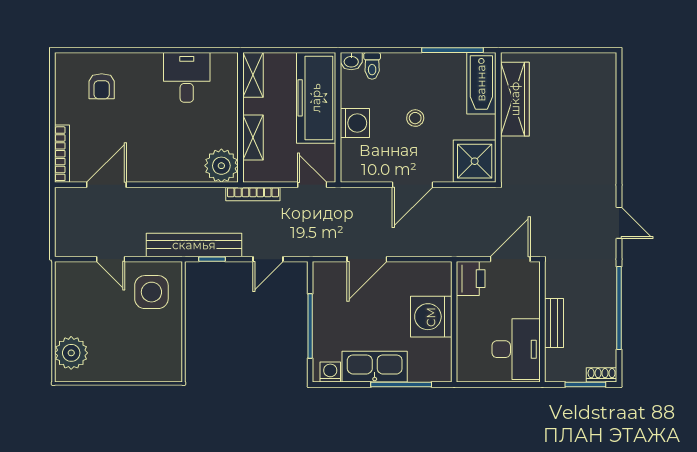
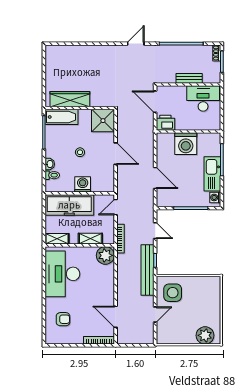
washbasin: (351, 61) -> (50, 164), moved
desk: (187, 77) -> (62, 274), width x1.87, depth x1.30

